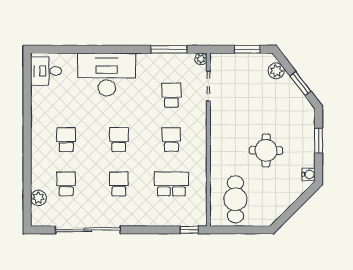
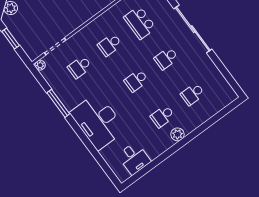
window: (169, 49) -> (58, 103), moved
desk: (46, 71) -> (134, 158), moved
plant: (38, 198) -> (177, 134), moved
sliding door: (88, 230) -> (193, 29), moved

